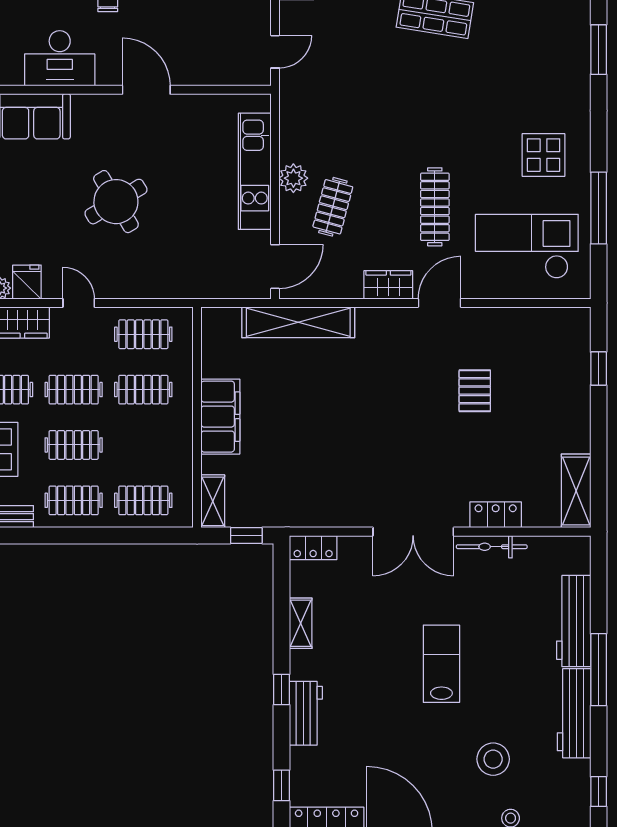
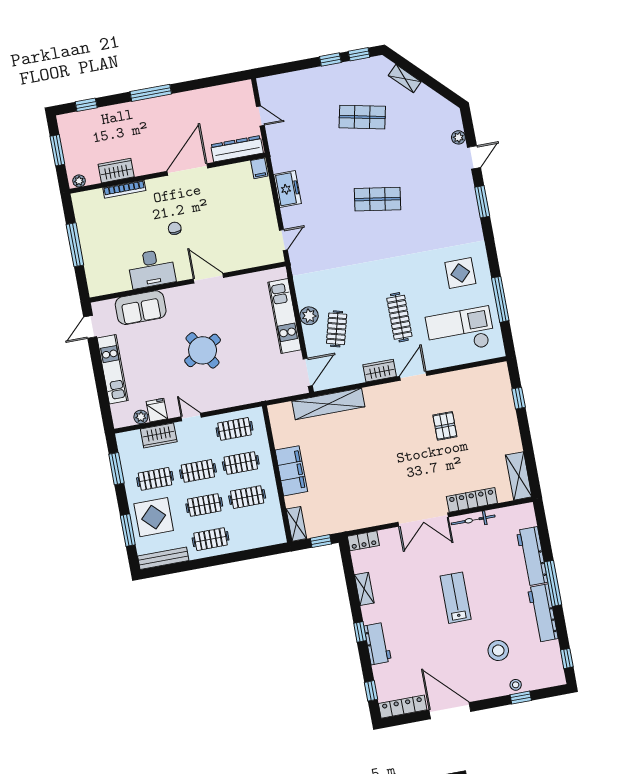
clothes rail: (143, 500) -> (247, 497), moved
locker: (496, 515) -> (472, 500), width x1.53

